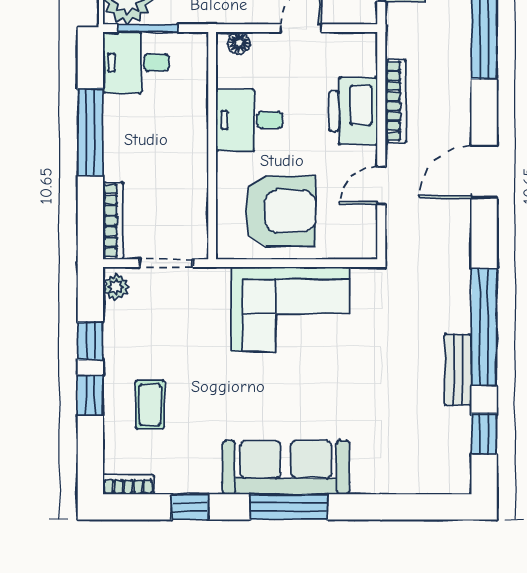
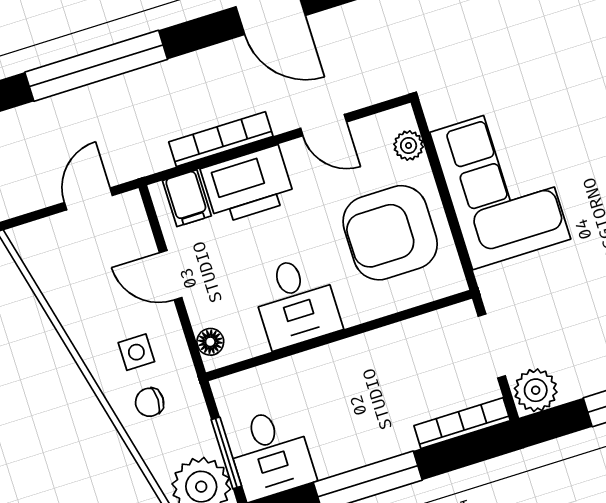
filing cabinet: (358, 60) -> (187, 198), added
armchair: (280, 211) -> (390, 233), turned -90
plant: (344, 247) -> (409, 146), added
plant: (116, 287) -> (536, 390), width x1.38, depth x1.38

